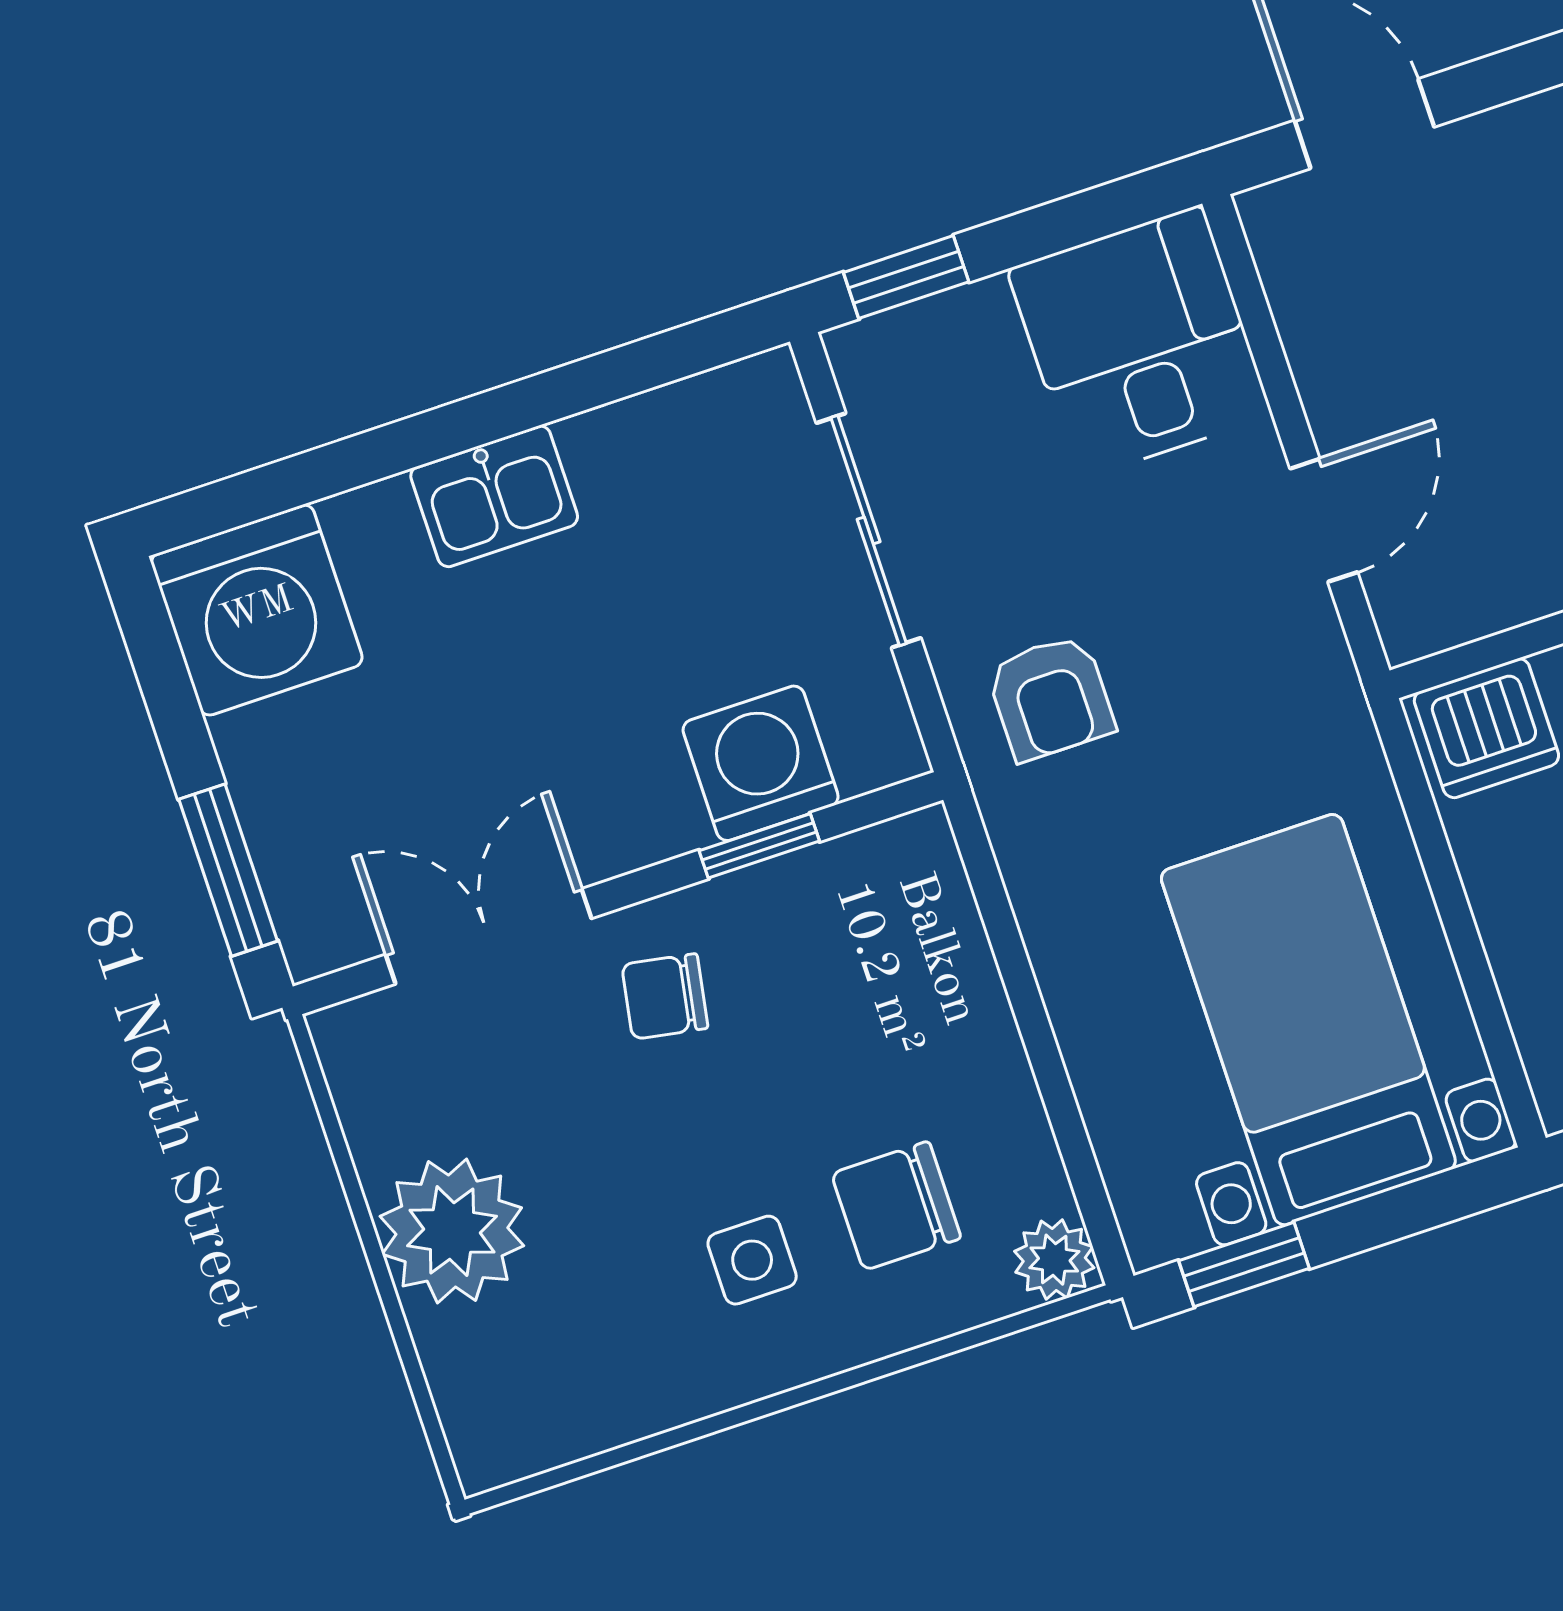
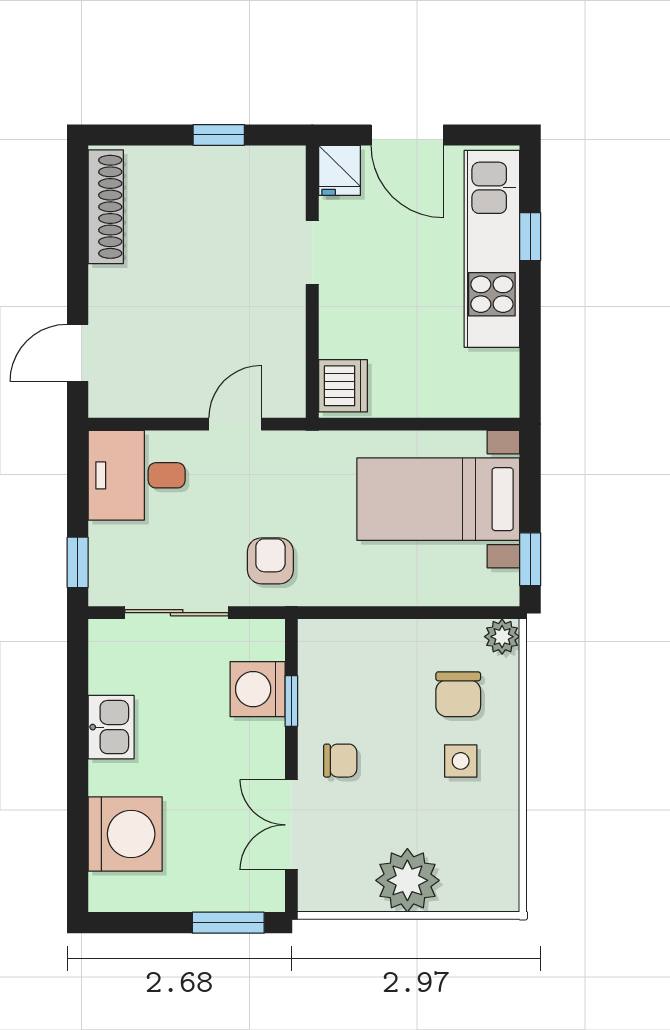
kitchen sink: (494, 496) -> (111, 727), moved
door: (1324, 520) -> (235, 424), hinge flipped
washing machine: (257, 610) -> (125, 834), moved
armchair: (1051, 698) -> (270, 561), turned -90
chair: (665, 996) -> (340, 761), turned -100

